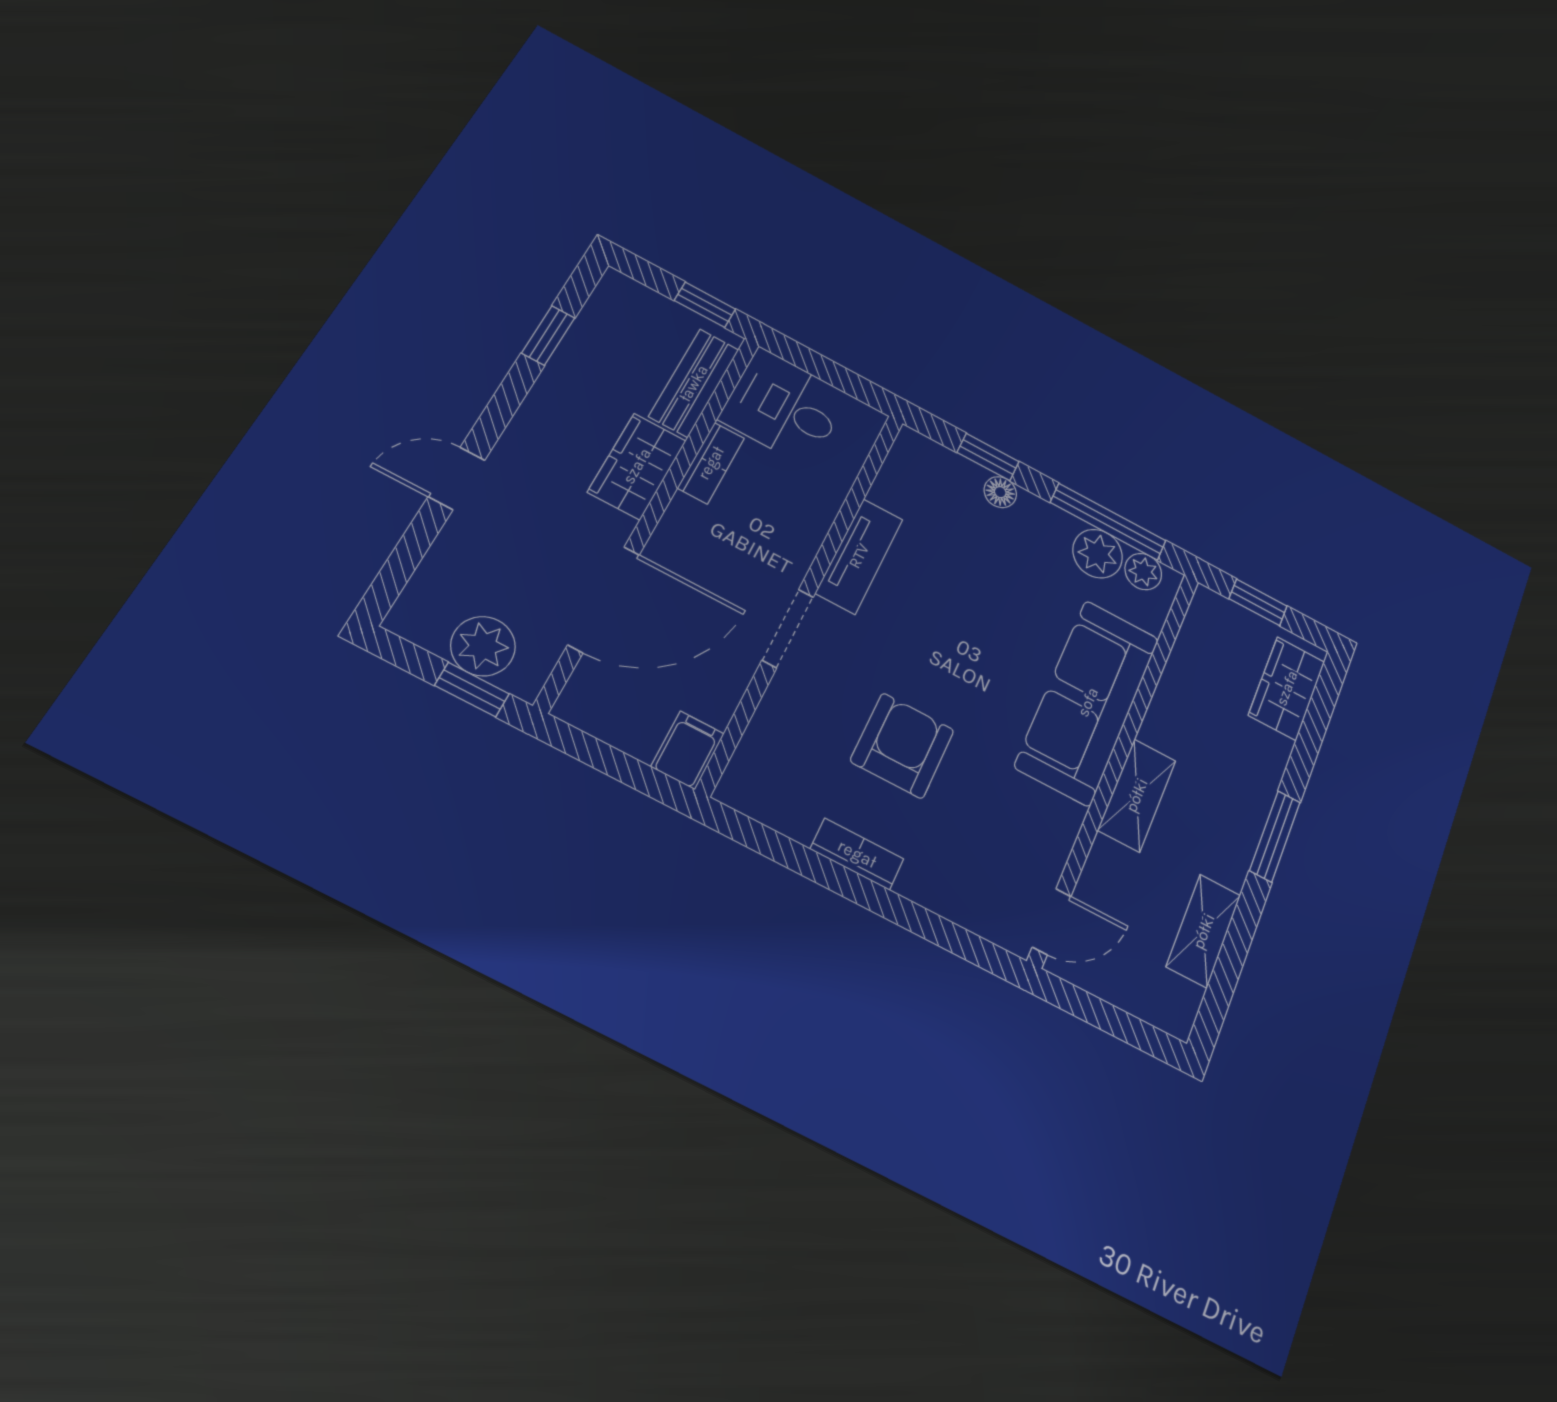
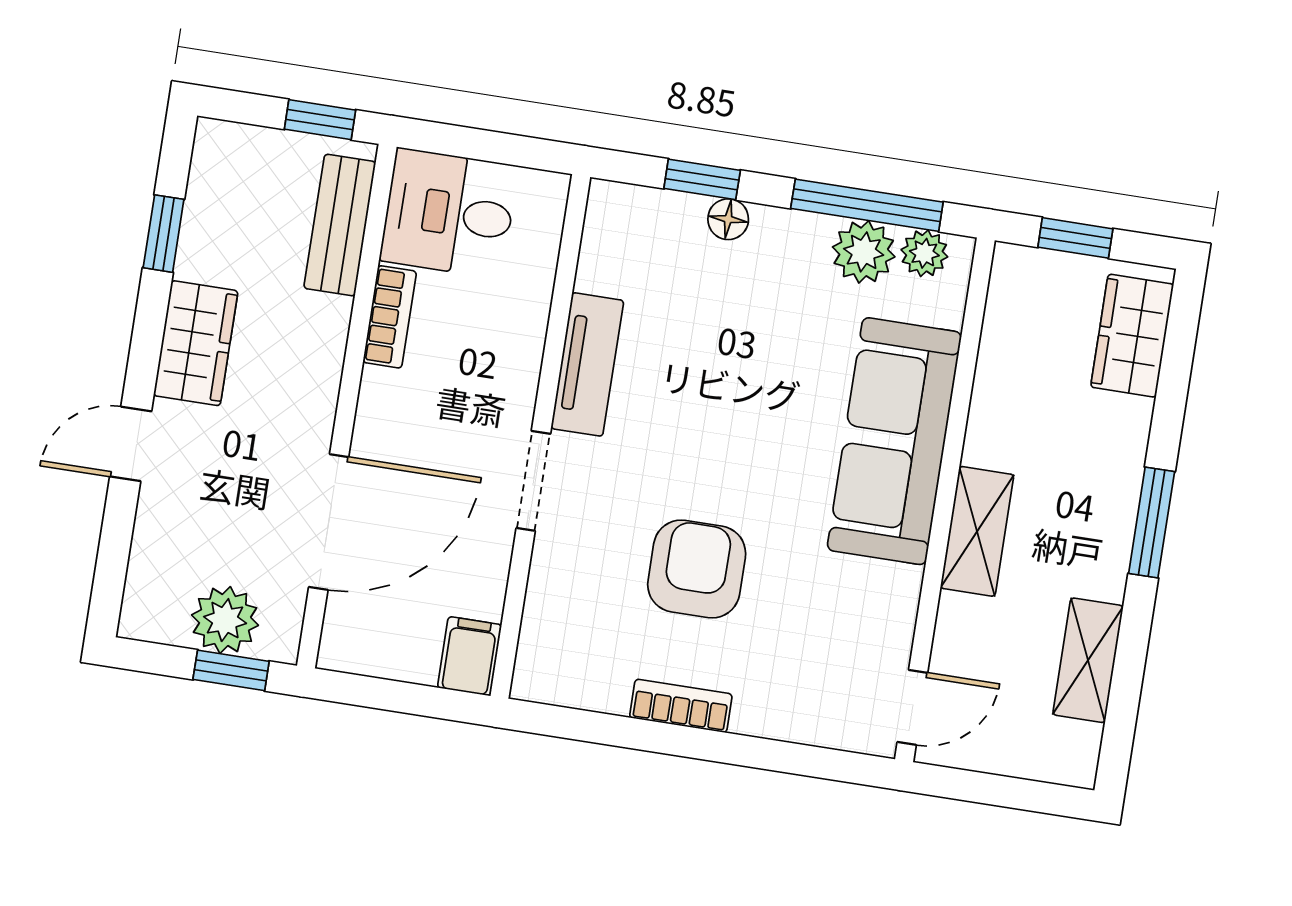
wardrobe: (637, 466) -> (196, 343), moved, turned 180

